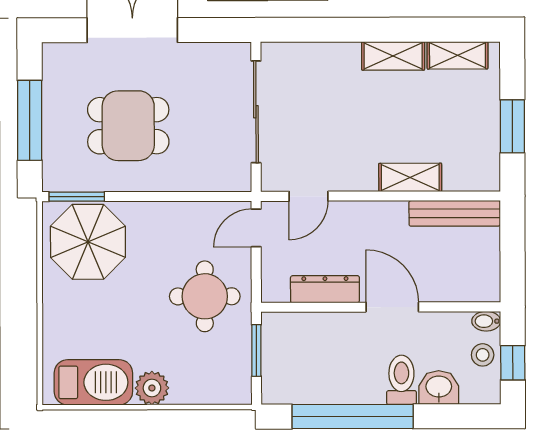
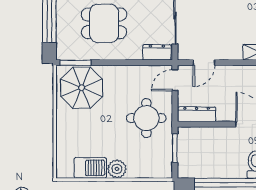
dresser: (224, 178) -> (157, 52), added
dresser: (325, 289) -> (197, 114), moved
barbecue: (93, 382) -> (90, 168), width x0.73, depth x0.83

